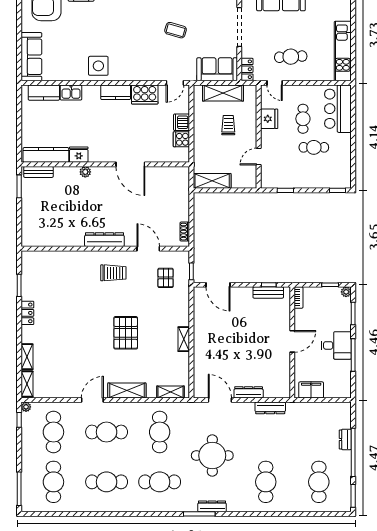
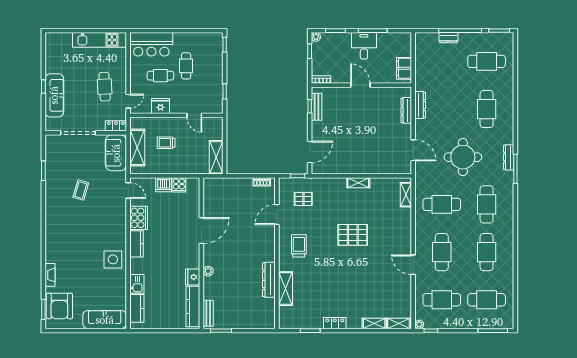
dresser: (104, 240) -> (269, 280), moved
shelving: (127, 390) -> (286, 289), moved
dresser: (249, 392) -> (406, 110), moved
door: (220, 400) -> (413, 150), swing flipped
cafe table: (266, 482) -> (487, 109), turned 90

